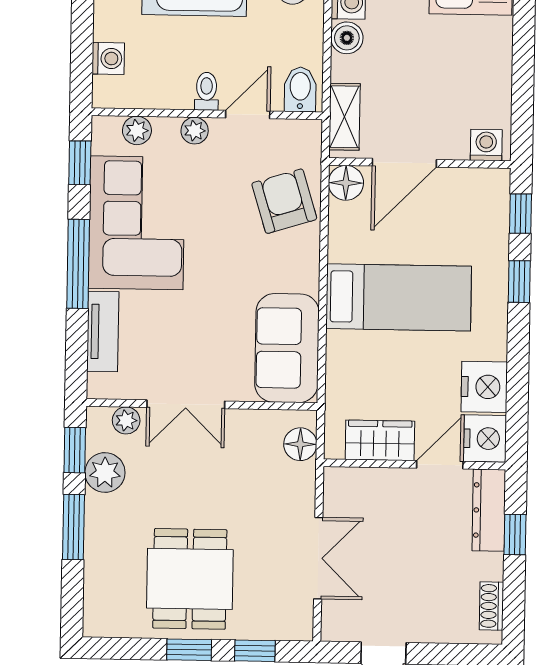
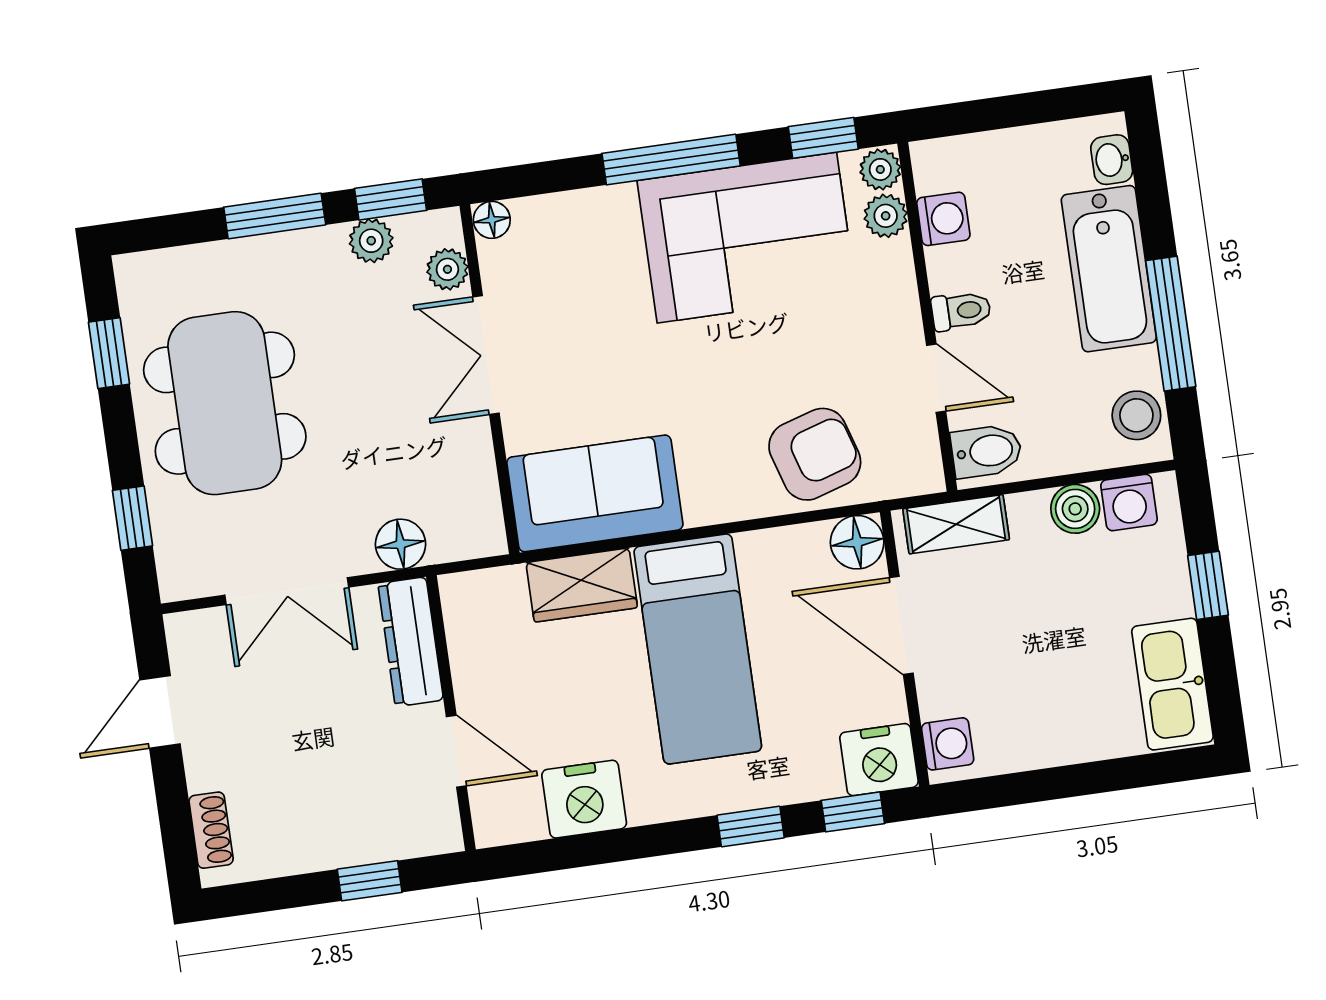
washing machine: (108, 58) -> (943, 219), moved, turned -90
plant: (195, 131) -> (880, 169), moved
tv unit: (103, 332) -> (575, 213), removed
floor lamp: (99, 387) -> (492, 220), added
nightstand: (485, 439) -> (879, 760), moved
wardrobe: (380, 440) -> (582, 585), moved, turned 90
floor lamp: (300, 444) -> (401, 544), moved
plant: (105, 473) -> (371, 241), width x0.73, depth x0.73
dresser: (489, 510) -> (411, 642), moved, turned -90
dining table: (190, 579) -> (225, 403), width x1.38
shoe rack: (491, 606) -> (211, 830), moved, turned 90
window: (189, 650) -> (109, 353), moved

